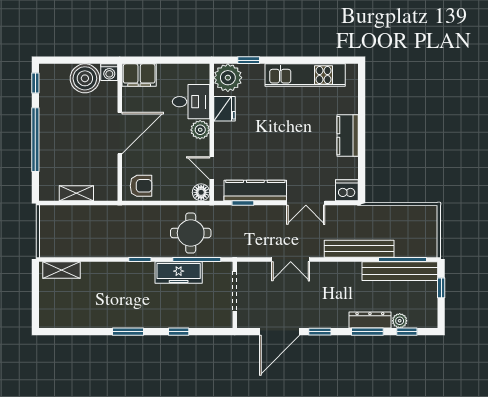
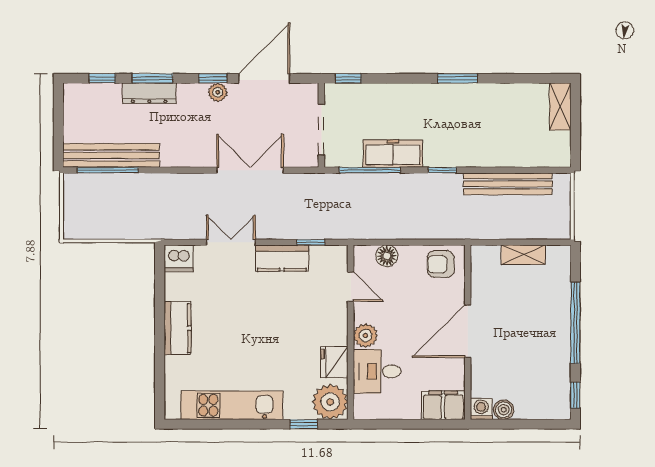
boiler: (85, 78) -> (504, 410), width x0.54, depth x0.54
kitchen counter: (255, 191) -> (282, 258), width x0.67
floor lamp: (201, 192) -> (387, 256), moved
round table: (191, 233) -> (377, 204), removed
bench: (359, 249) -> (508, 184), moved
double door: (291, 260) -> (250, 170), width x1.37
shelving: (62, 270) -> (560, 106), moved, turned 90
window: (441, 288) -> (58, 134), removed
plant: (400, 321) -> (218, 92), moved
window: (179, 332) -> (348, 78), moved

